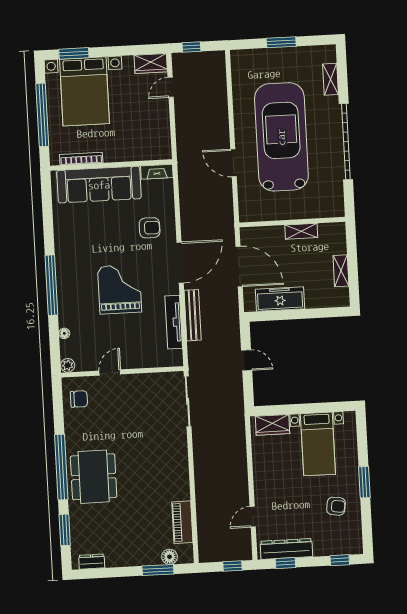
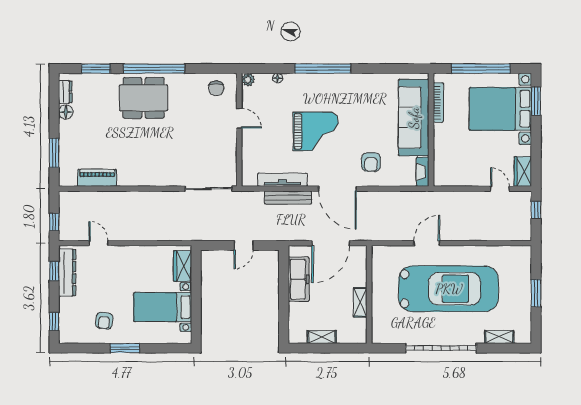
floor lamp: (169, 557) -> (66, 112), moved

